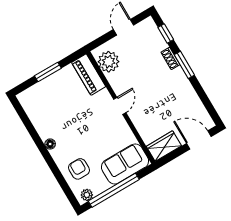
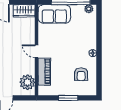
piano: (89, 75) -> (44, 71), moved
door: (120, 106) -> (37, 51), hinge flipped
armchair: (79, 169) -> (81, 74), moved

